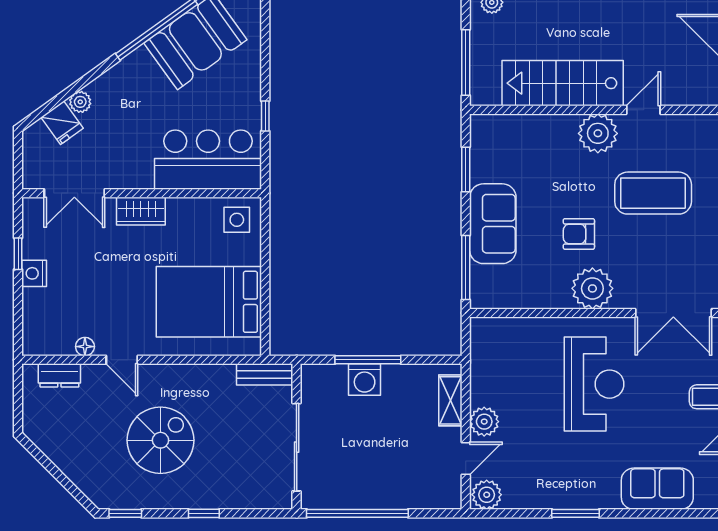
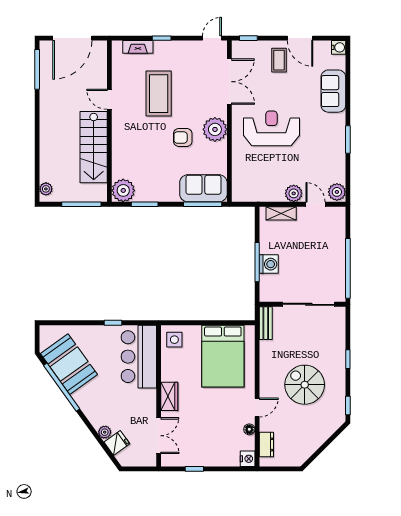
plant: (598, 133) -> (123, 190), moved
sofa: (493, 224) -> (203, 188), moved
armchair: (579, 234) -> (183, 137), turned 90
nightstand: (34, 273) -> (248, 459), moved, turned -90

